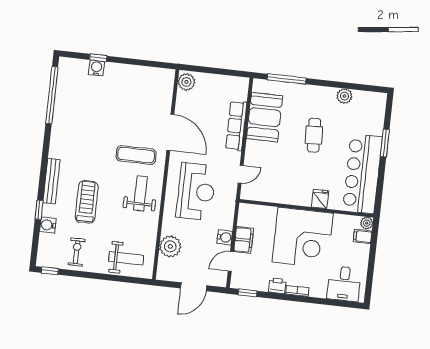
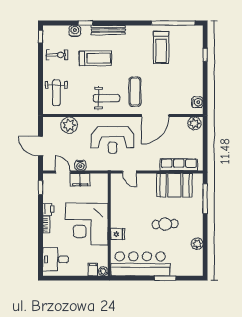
water cooler: (96, 68) -> (197, 102), moved
treadmill: (82, 114) -> (161, 47), added
row of seats: (236, 126) -> (179, 165), moved

